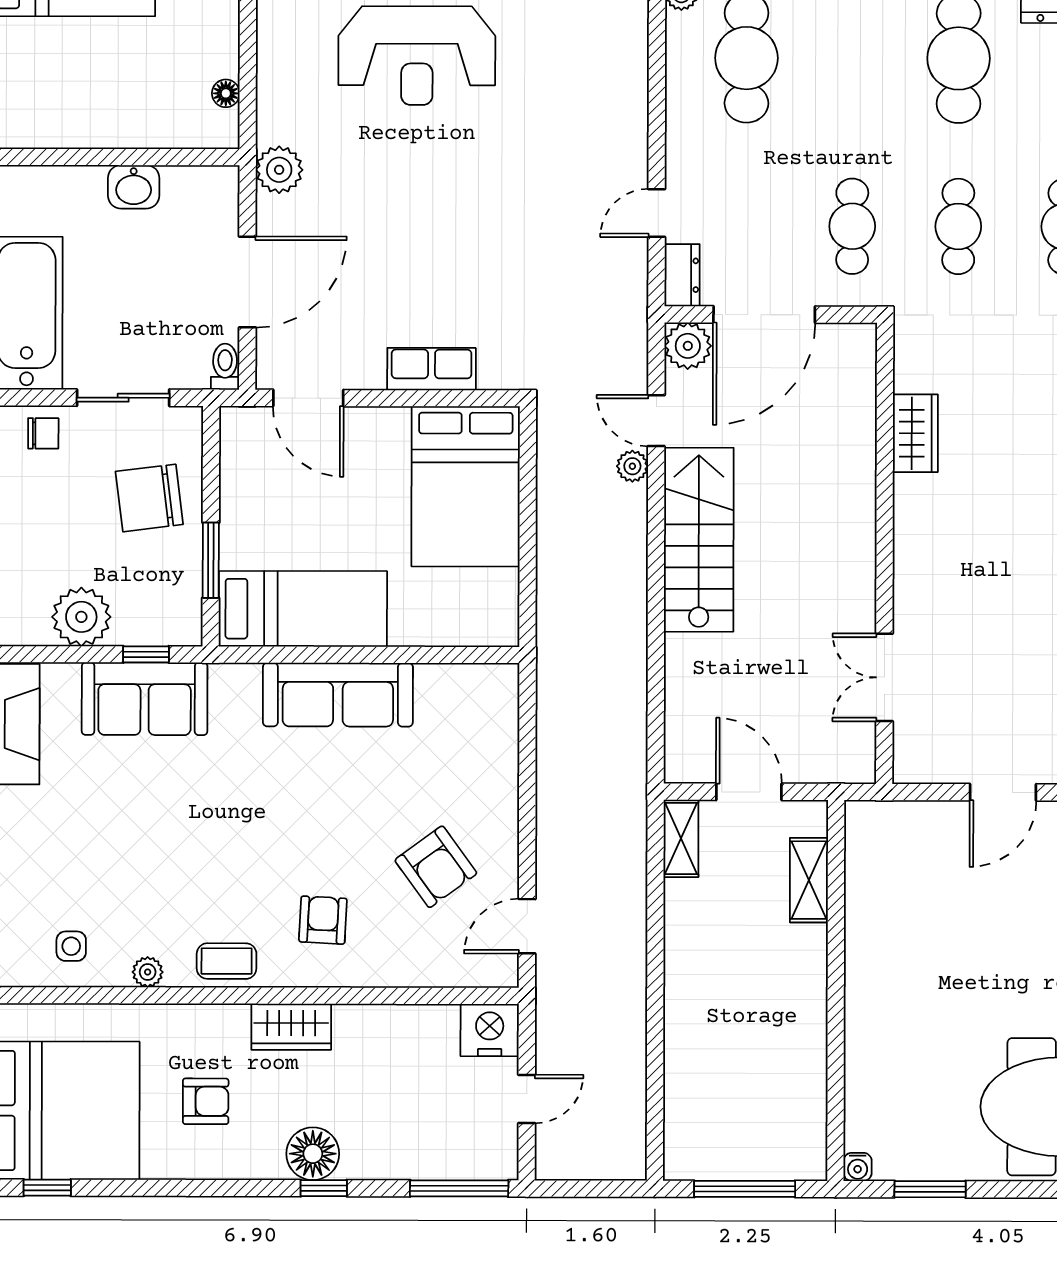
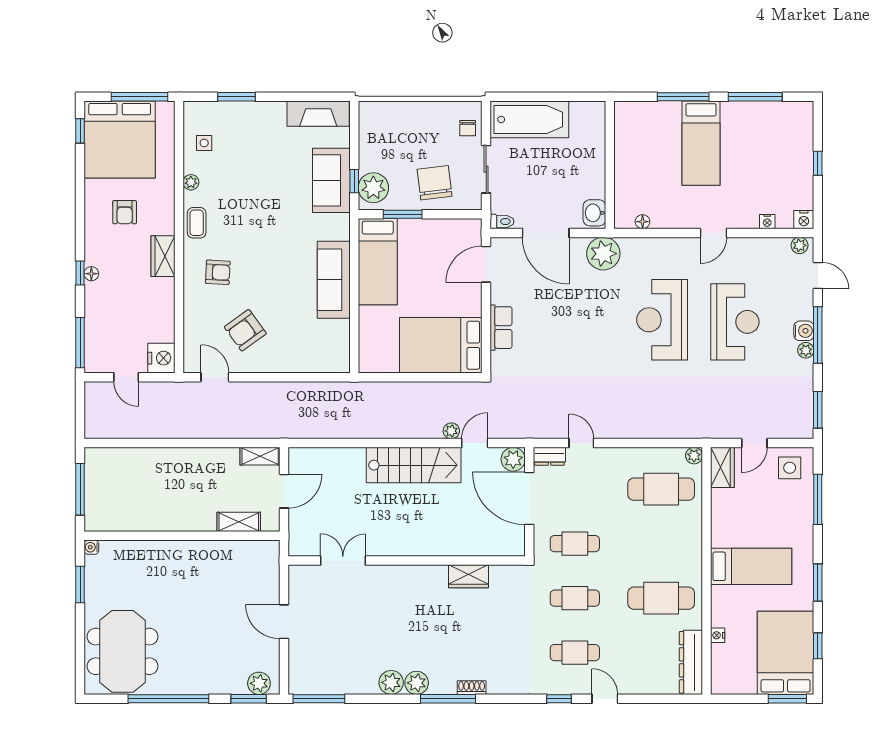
plant: (279, 170) -> (603, 254), width x1.36, depth x1.36
washbasin: (134, 187) -> (594, 213), moved
plant: (81, 617) -> (373, 188), moved
floor lamp: (313, 1154) -> (91, 274), width x0.53, depth x0.53

